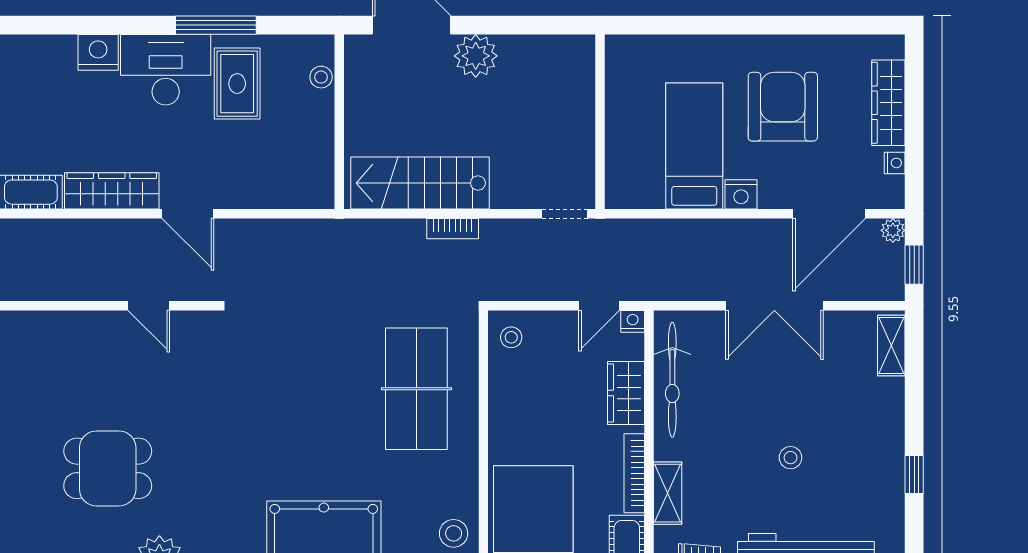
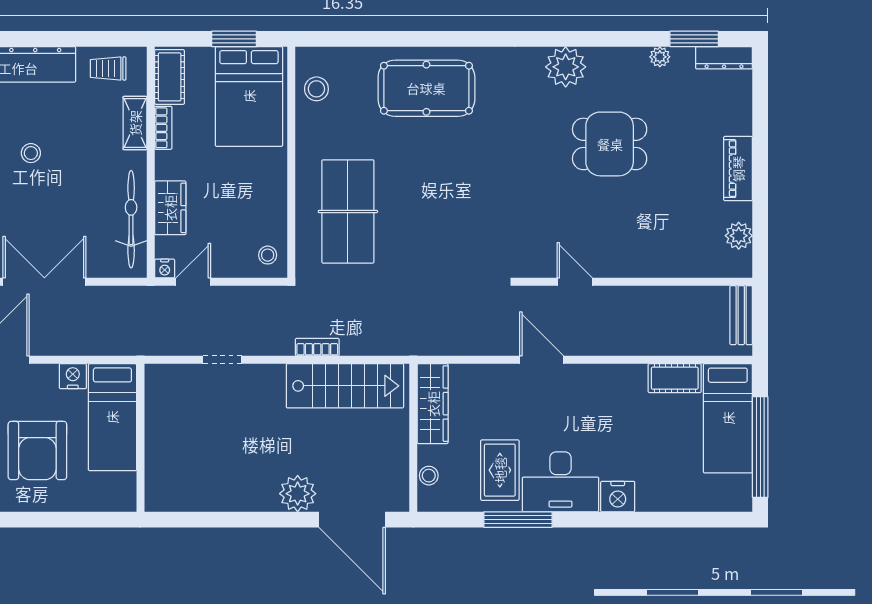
wall: (600, 122) -> (140, 438), moved
wardrobe: (112, 191) -> (433, 404), moved, turned -90
bookcase: (634, 473) -> (163, 128), width x0.64

